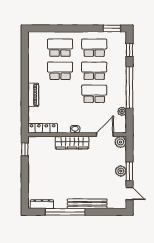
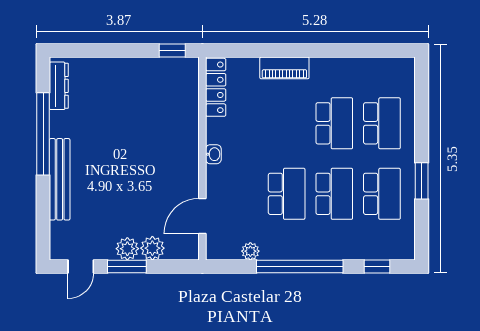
window: (112, 28) -> (422, 181), moved
door: (105, 135) -> (202, 216), swing flipped
plant: (121, 142) -> (152, 248), moved
wardrobe: (72, 143) -> (186, 148), removed

